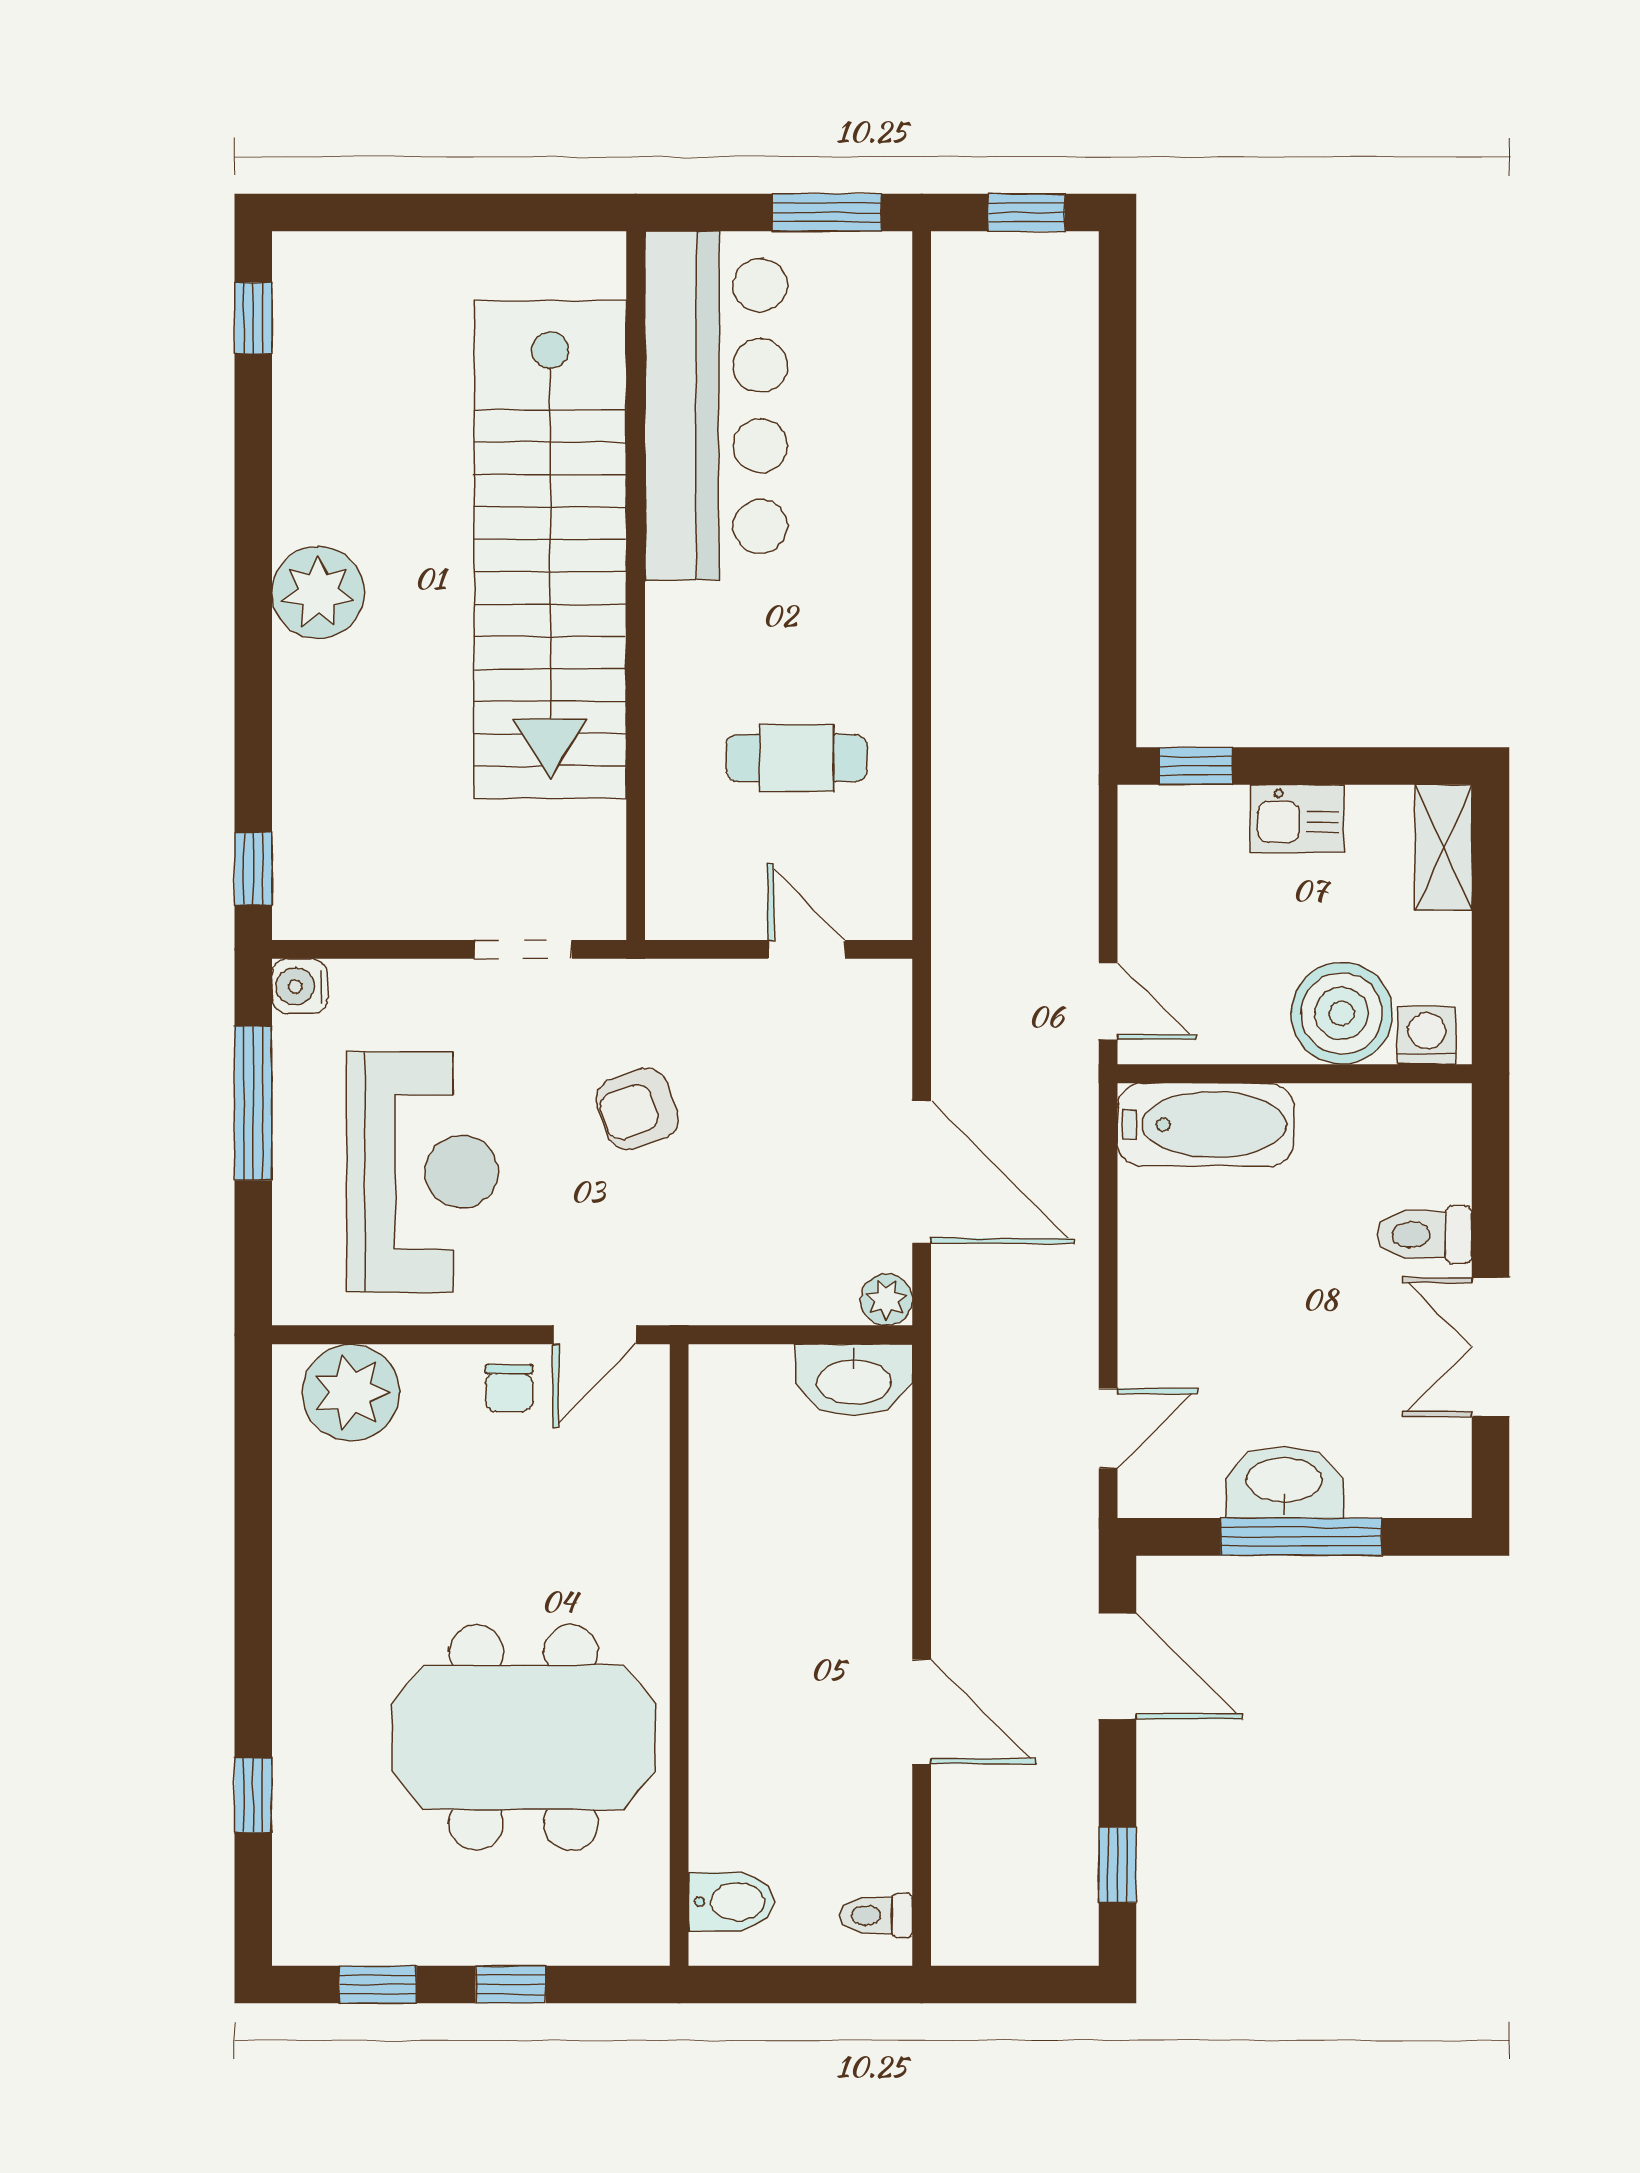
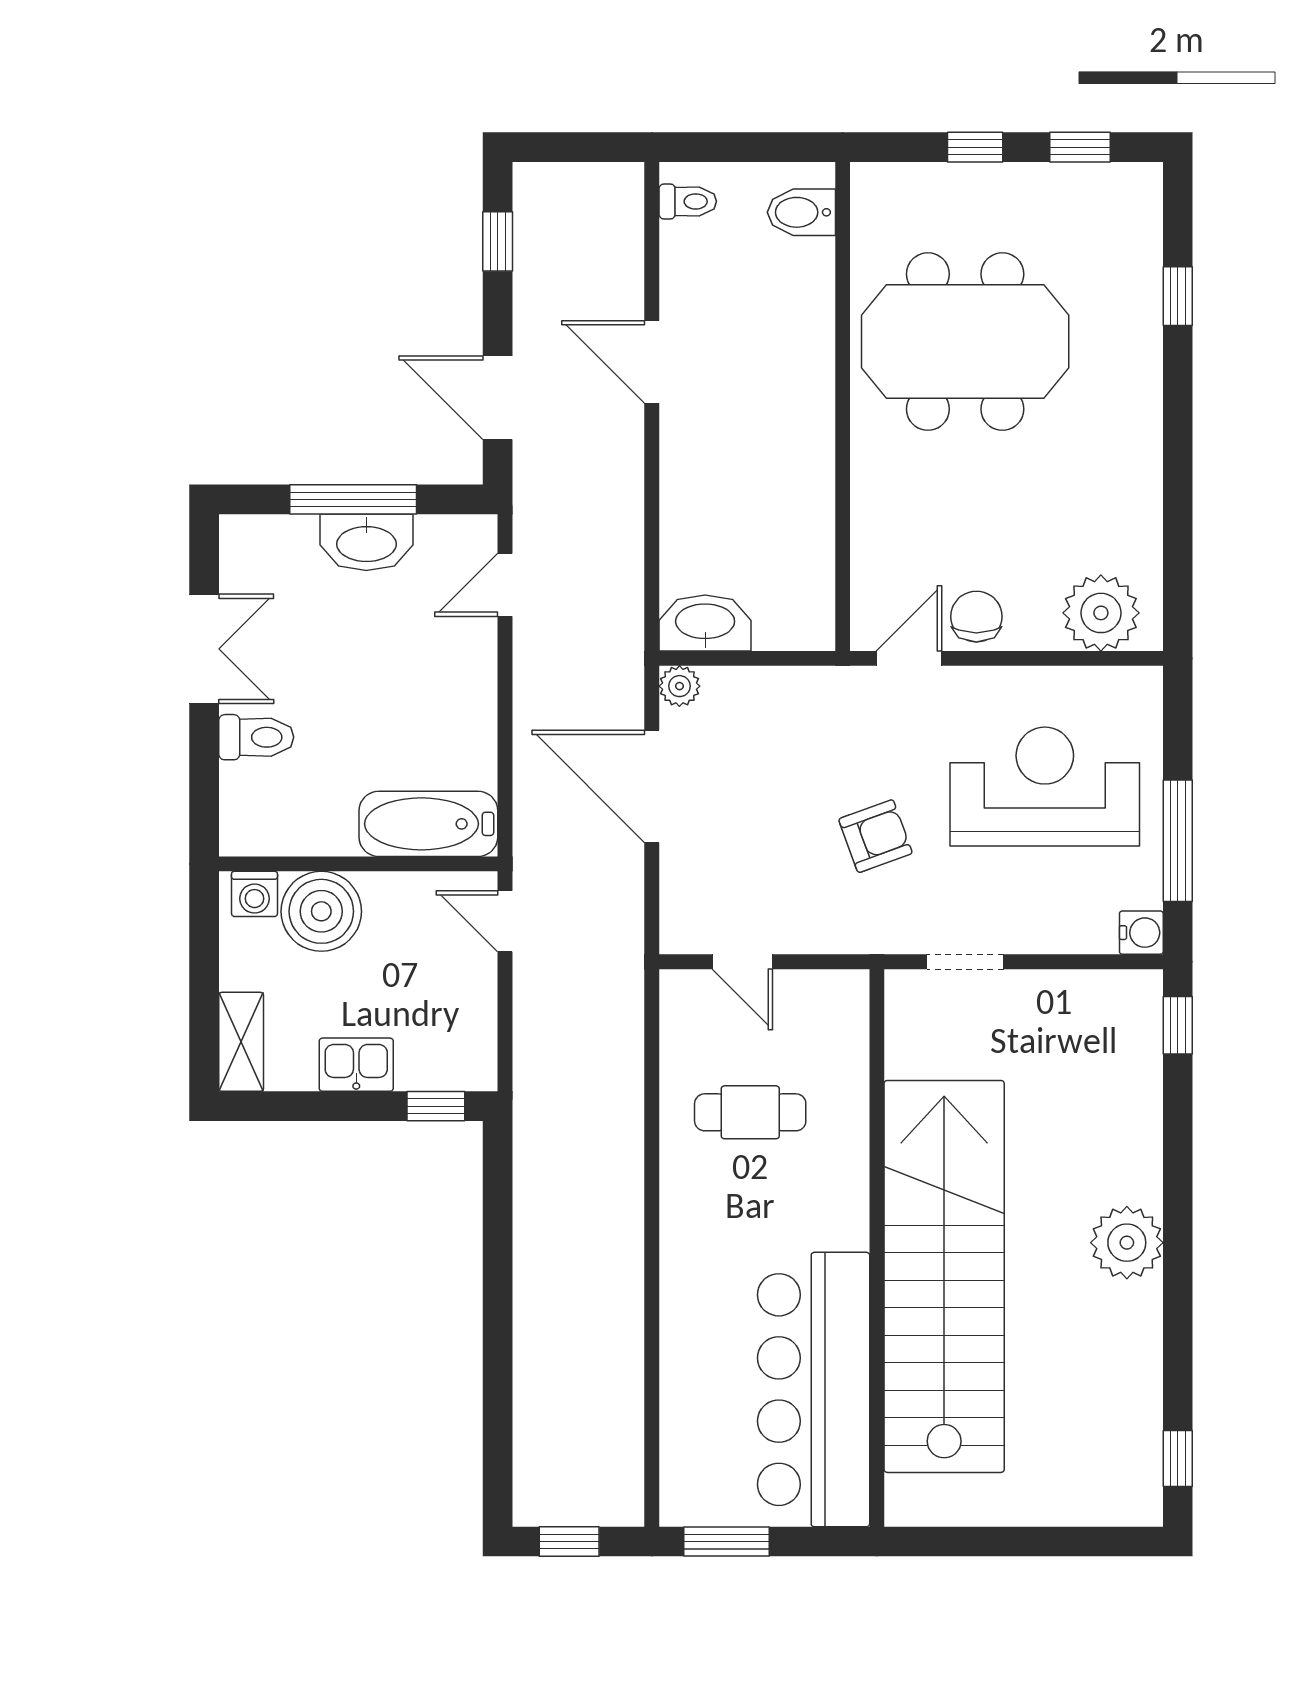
reception desk: (422, 1172) -> (1045, 787), turned 90
chair: (509, 1388) -> (976, 617), width x1.37, depth x1.37

